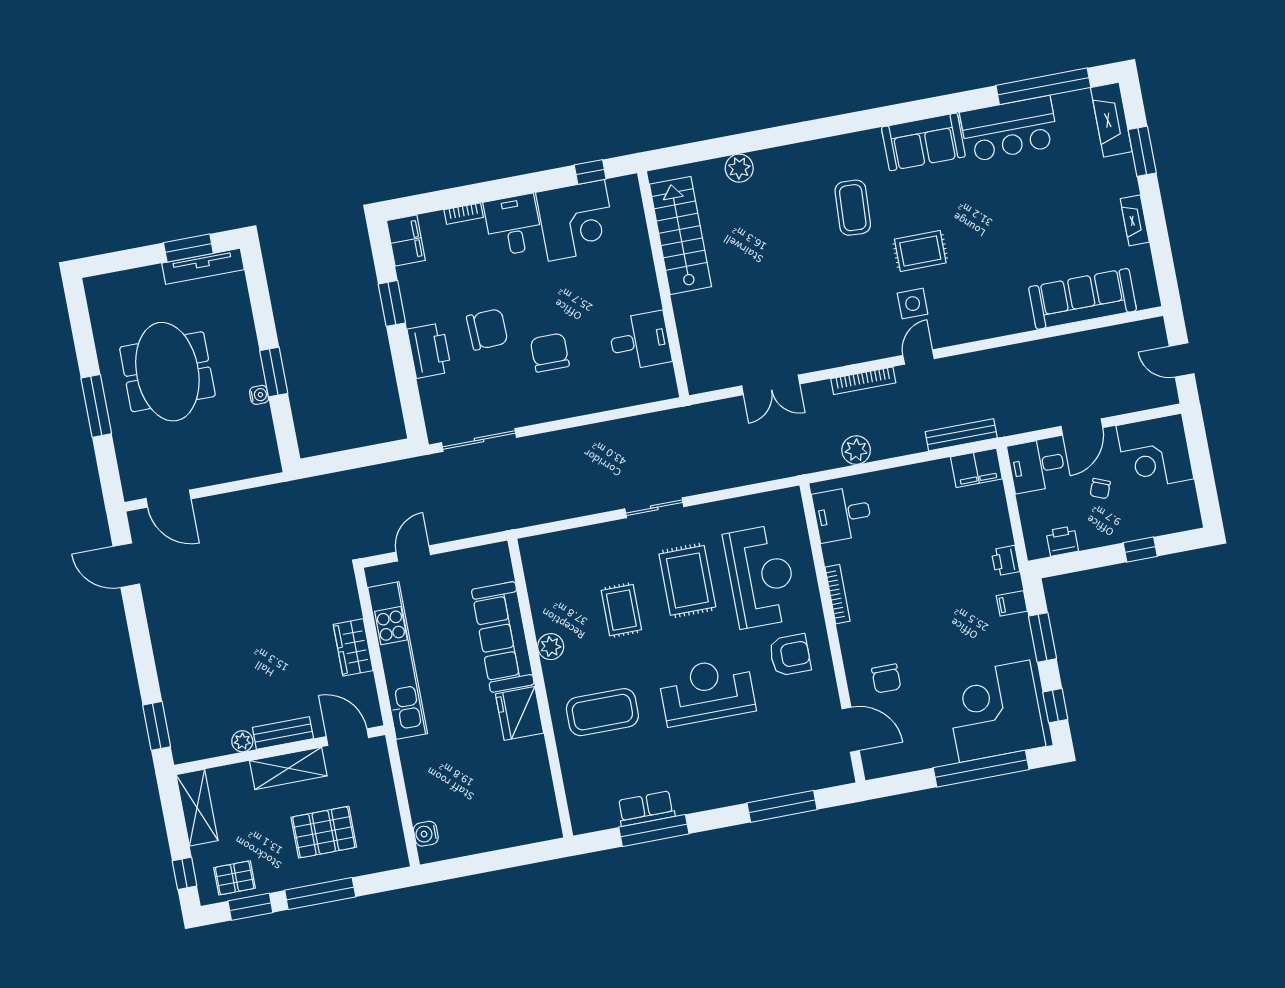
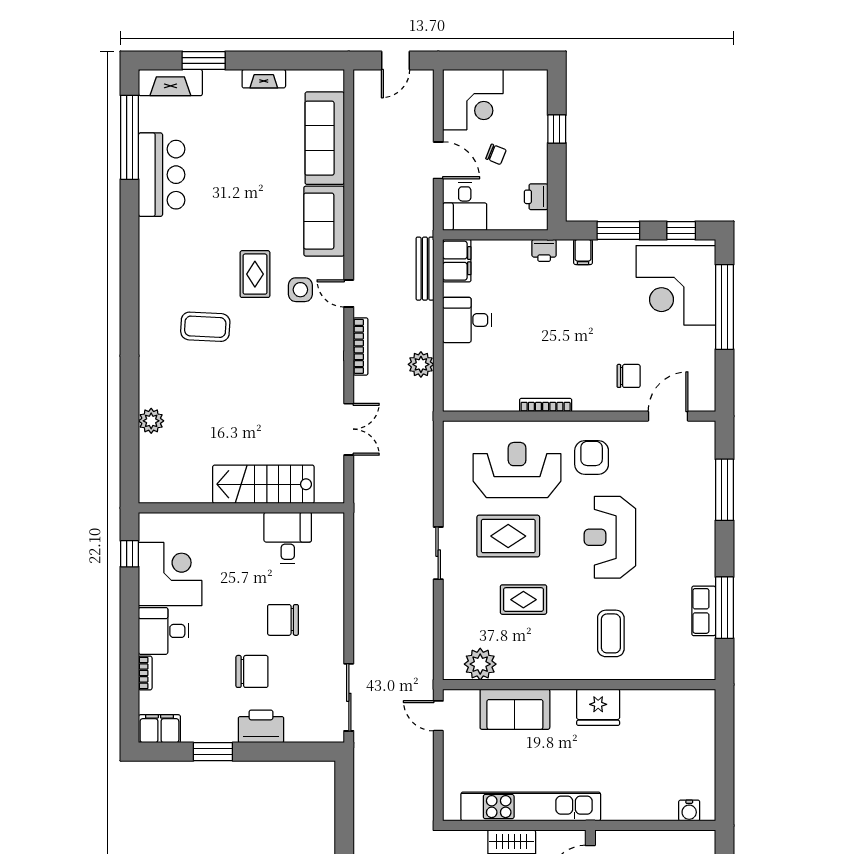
sofa: (923, 142) -> (324, 221), moved, turned 180
stairs: (680, 235) -> (263, 484), moved
chair: (487, 329) -> (252, 671), turned 92
desk: (842, 514) -> (467, 320), moved, turned 90
door: (413, 553) -> (438, 716), moved
sofa: (503, 637) -> (515, 709), width x0.73
plant: (551, 647) -> (480, 664), moved, width x1.36, depth x1.36
coffee table: (602, 712) -> (611, 633), width x0.73, depth x0.76

